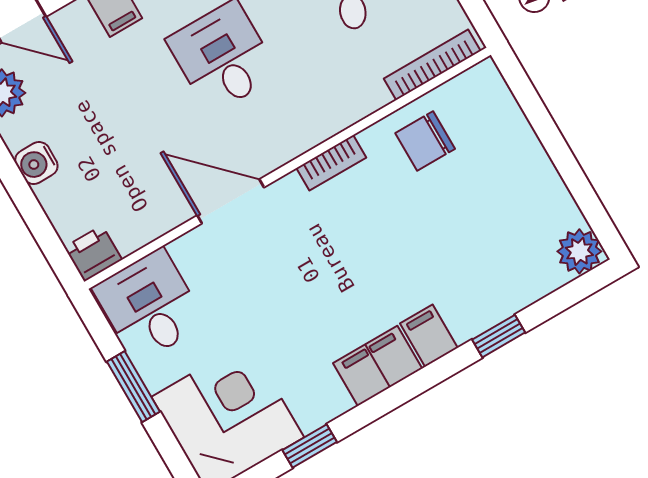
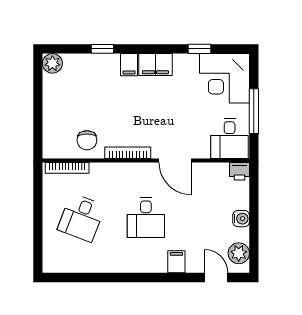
chair: (425, 141) -> (87, 140), turned 90
bookcase: (331, 163) -> (128, 153), width x1.56
window: (133, 387) -> (254, 111), width x1.44

